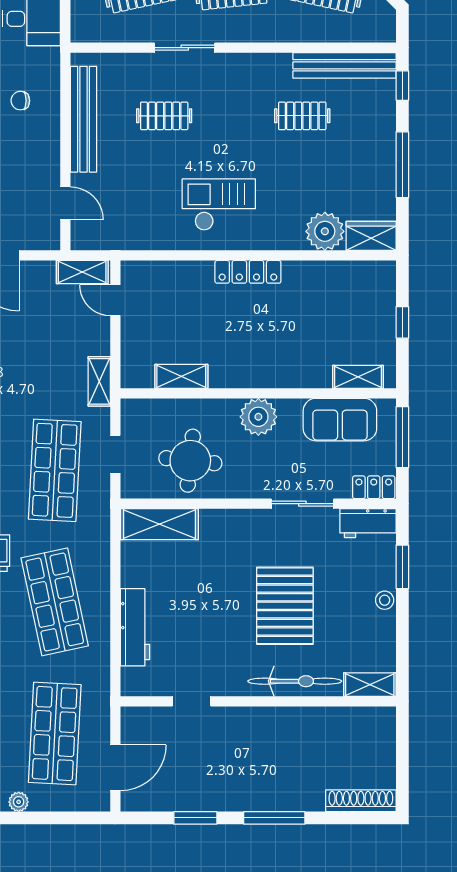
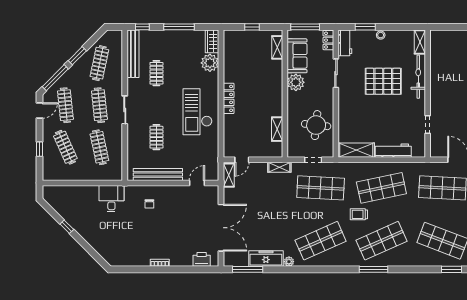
sliding door: (185, 48) -> (125, 110), moved
checkout: (219, 205) -> (198, 112), width x1.36, depth x1.21
plant: (258, 417) -> (296, 82), moved
shelving: (159, 524) -> (356, 150), moved, turned 90

